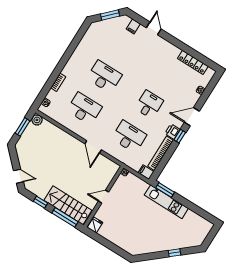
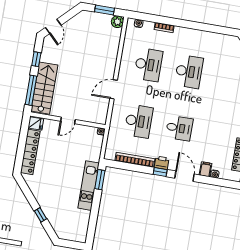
filing cabinet: (146, 172) -> (206, 169), moved
door: (104, 197) -> (68, 120), swing flipped
locker: (117, 240) -> (30, 152), added

